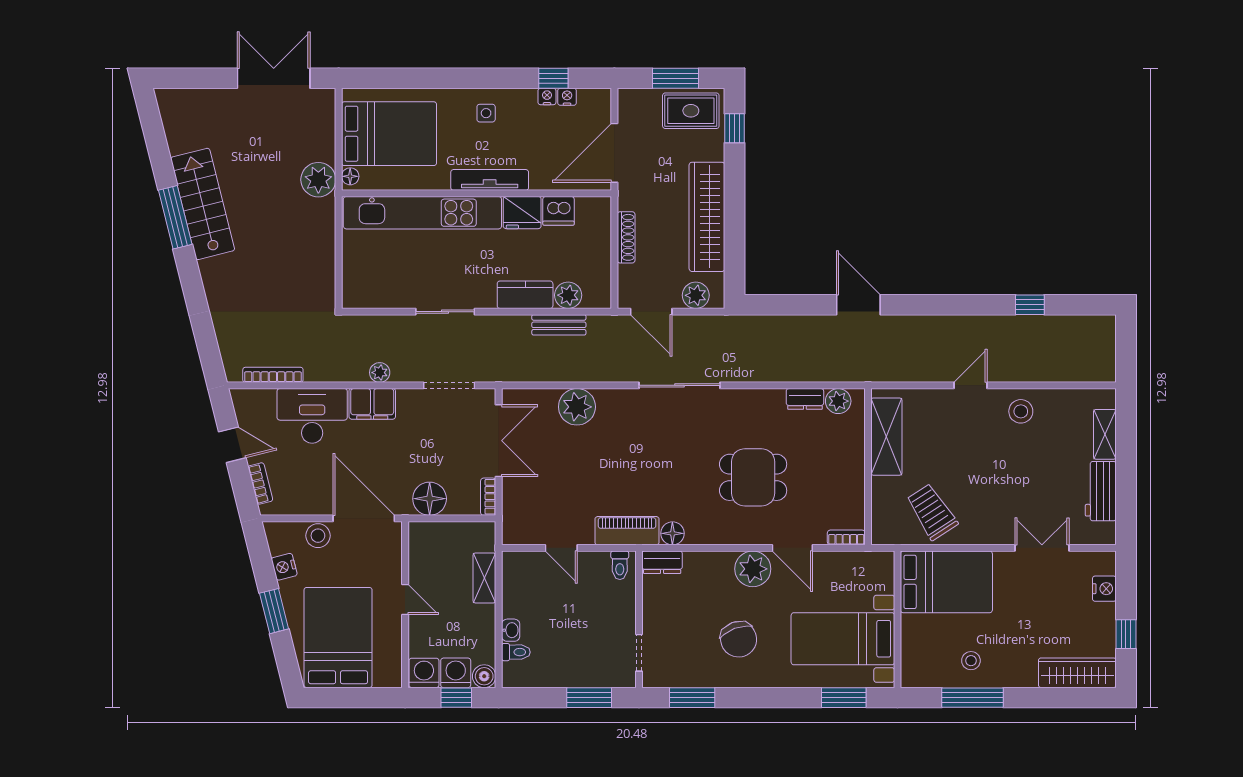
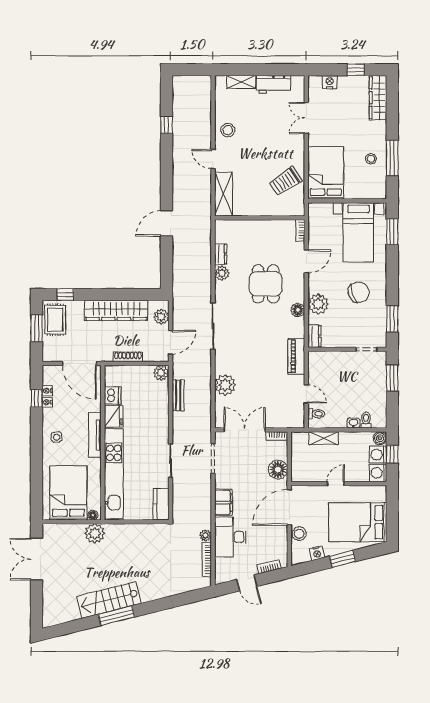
kitchen counter: (525, 295) -> (161, 504), moved
plant: (568, 295) -> (161, 373), moved
plant: (380, 373) -> (206, 535), moved
plant: (838, 401) -> (222, 273), moved
shelving: (886, 437) -> (224, 194), moved, turned 90
door: (232, 445) -> (247, 583), swing flipped
floor lamp: (672, 533) -> (298, 310), moved
door: (561, 548) -> (306, 394), hinge flipped
toilet: (620, 565) -> (316, 414), moved
plant: (753, 569) -> (318, 304), moved

